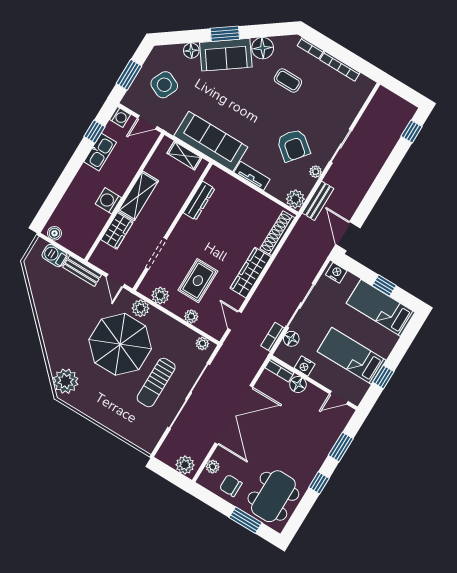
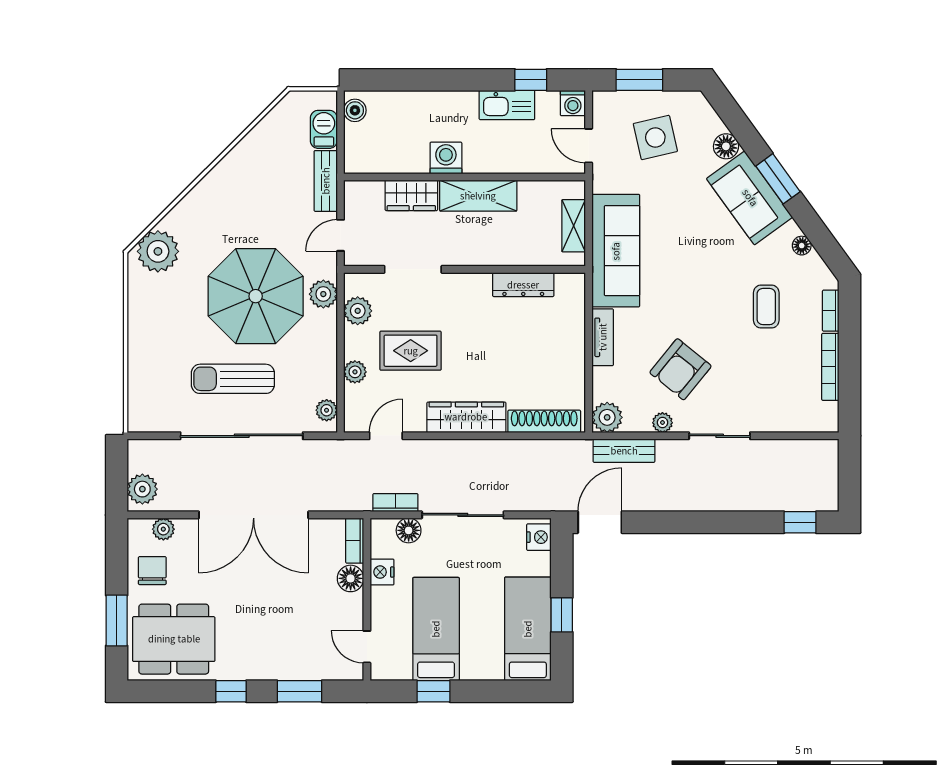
floor lamp: (263, 48) -> (802, 246), width x0.53, depth x0.53
side table: (164, 85) -> (655, 138), turned -37

